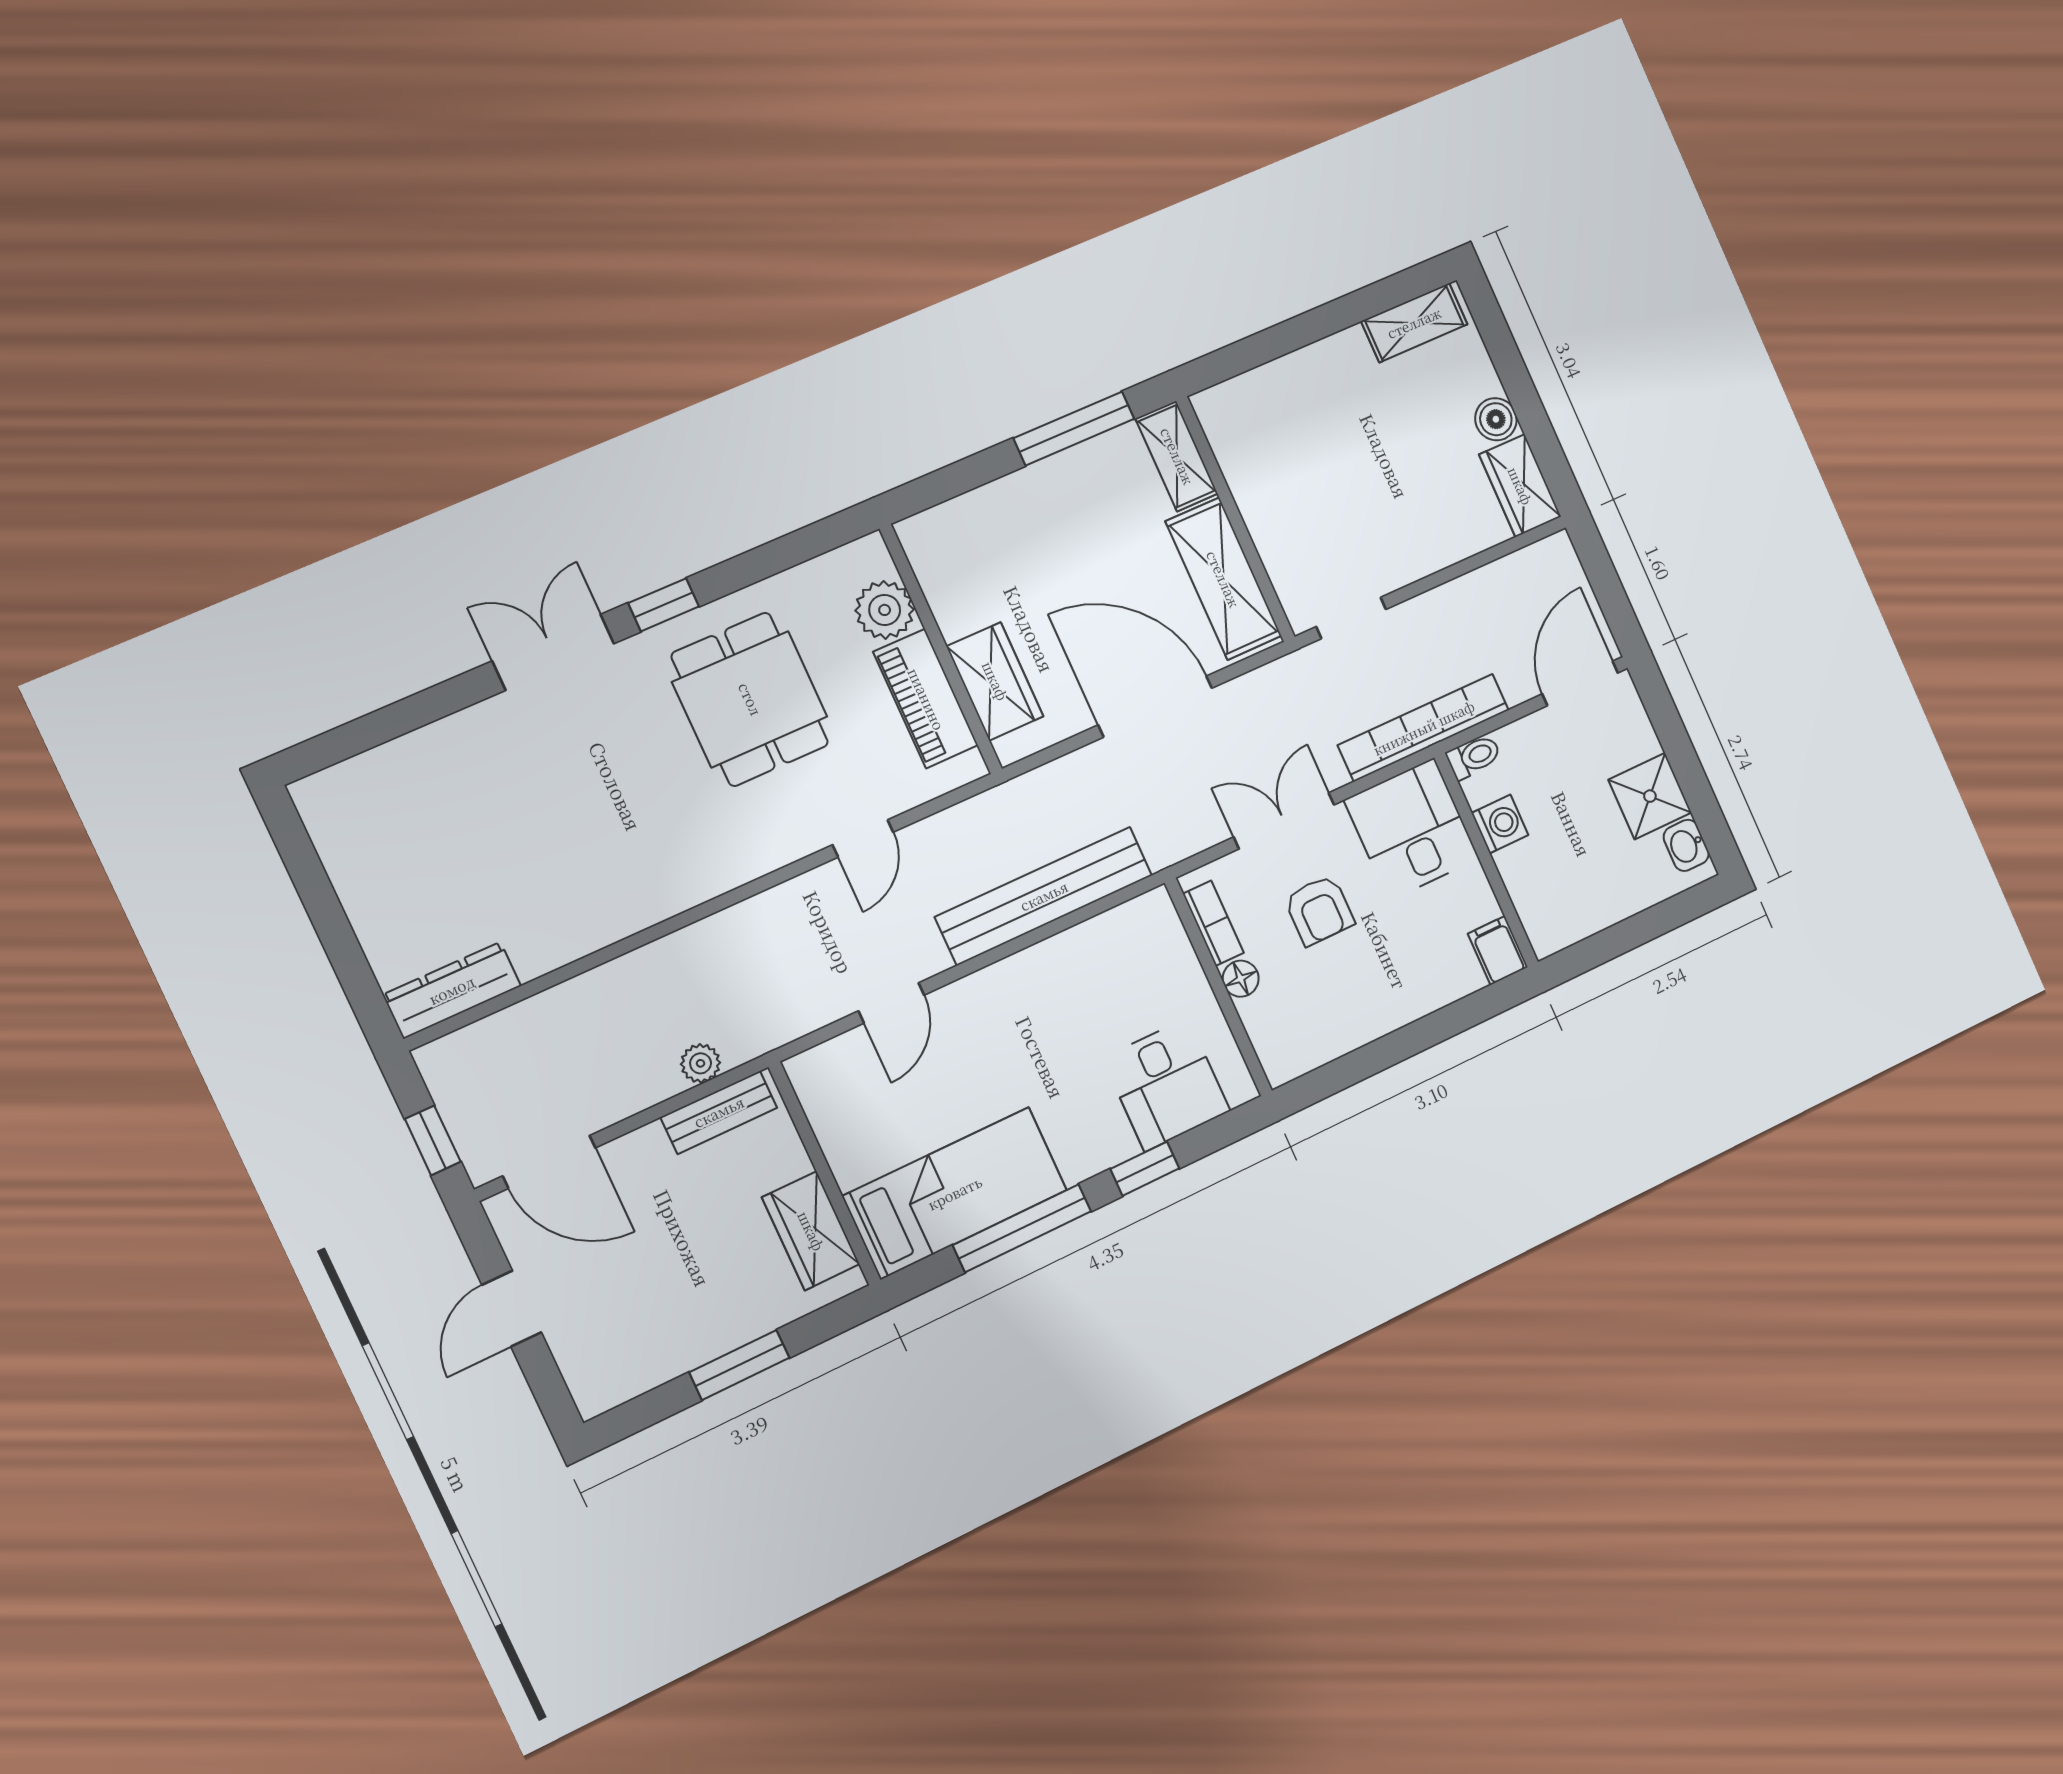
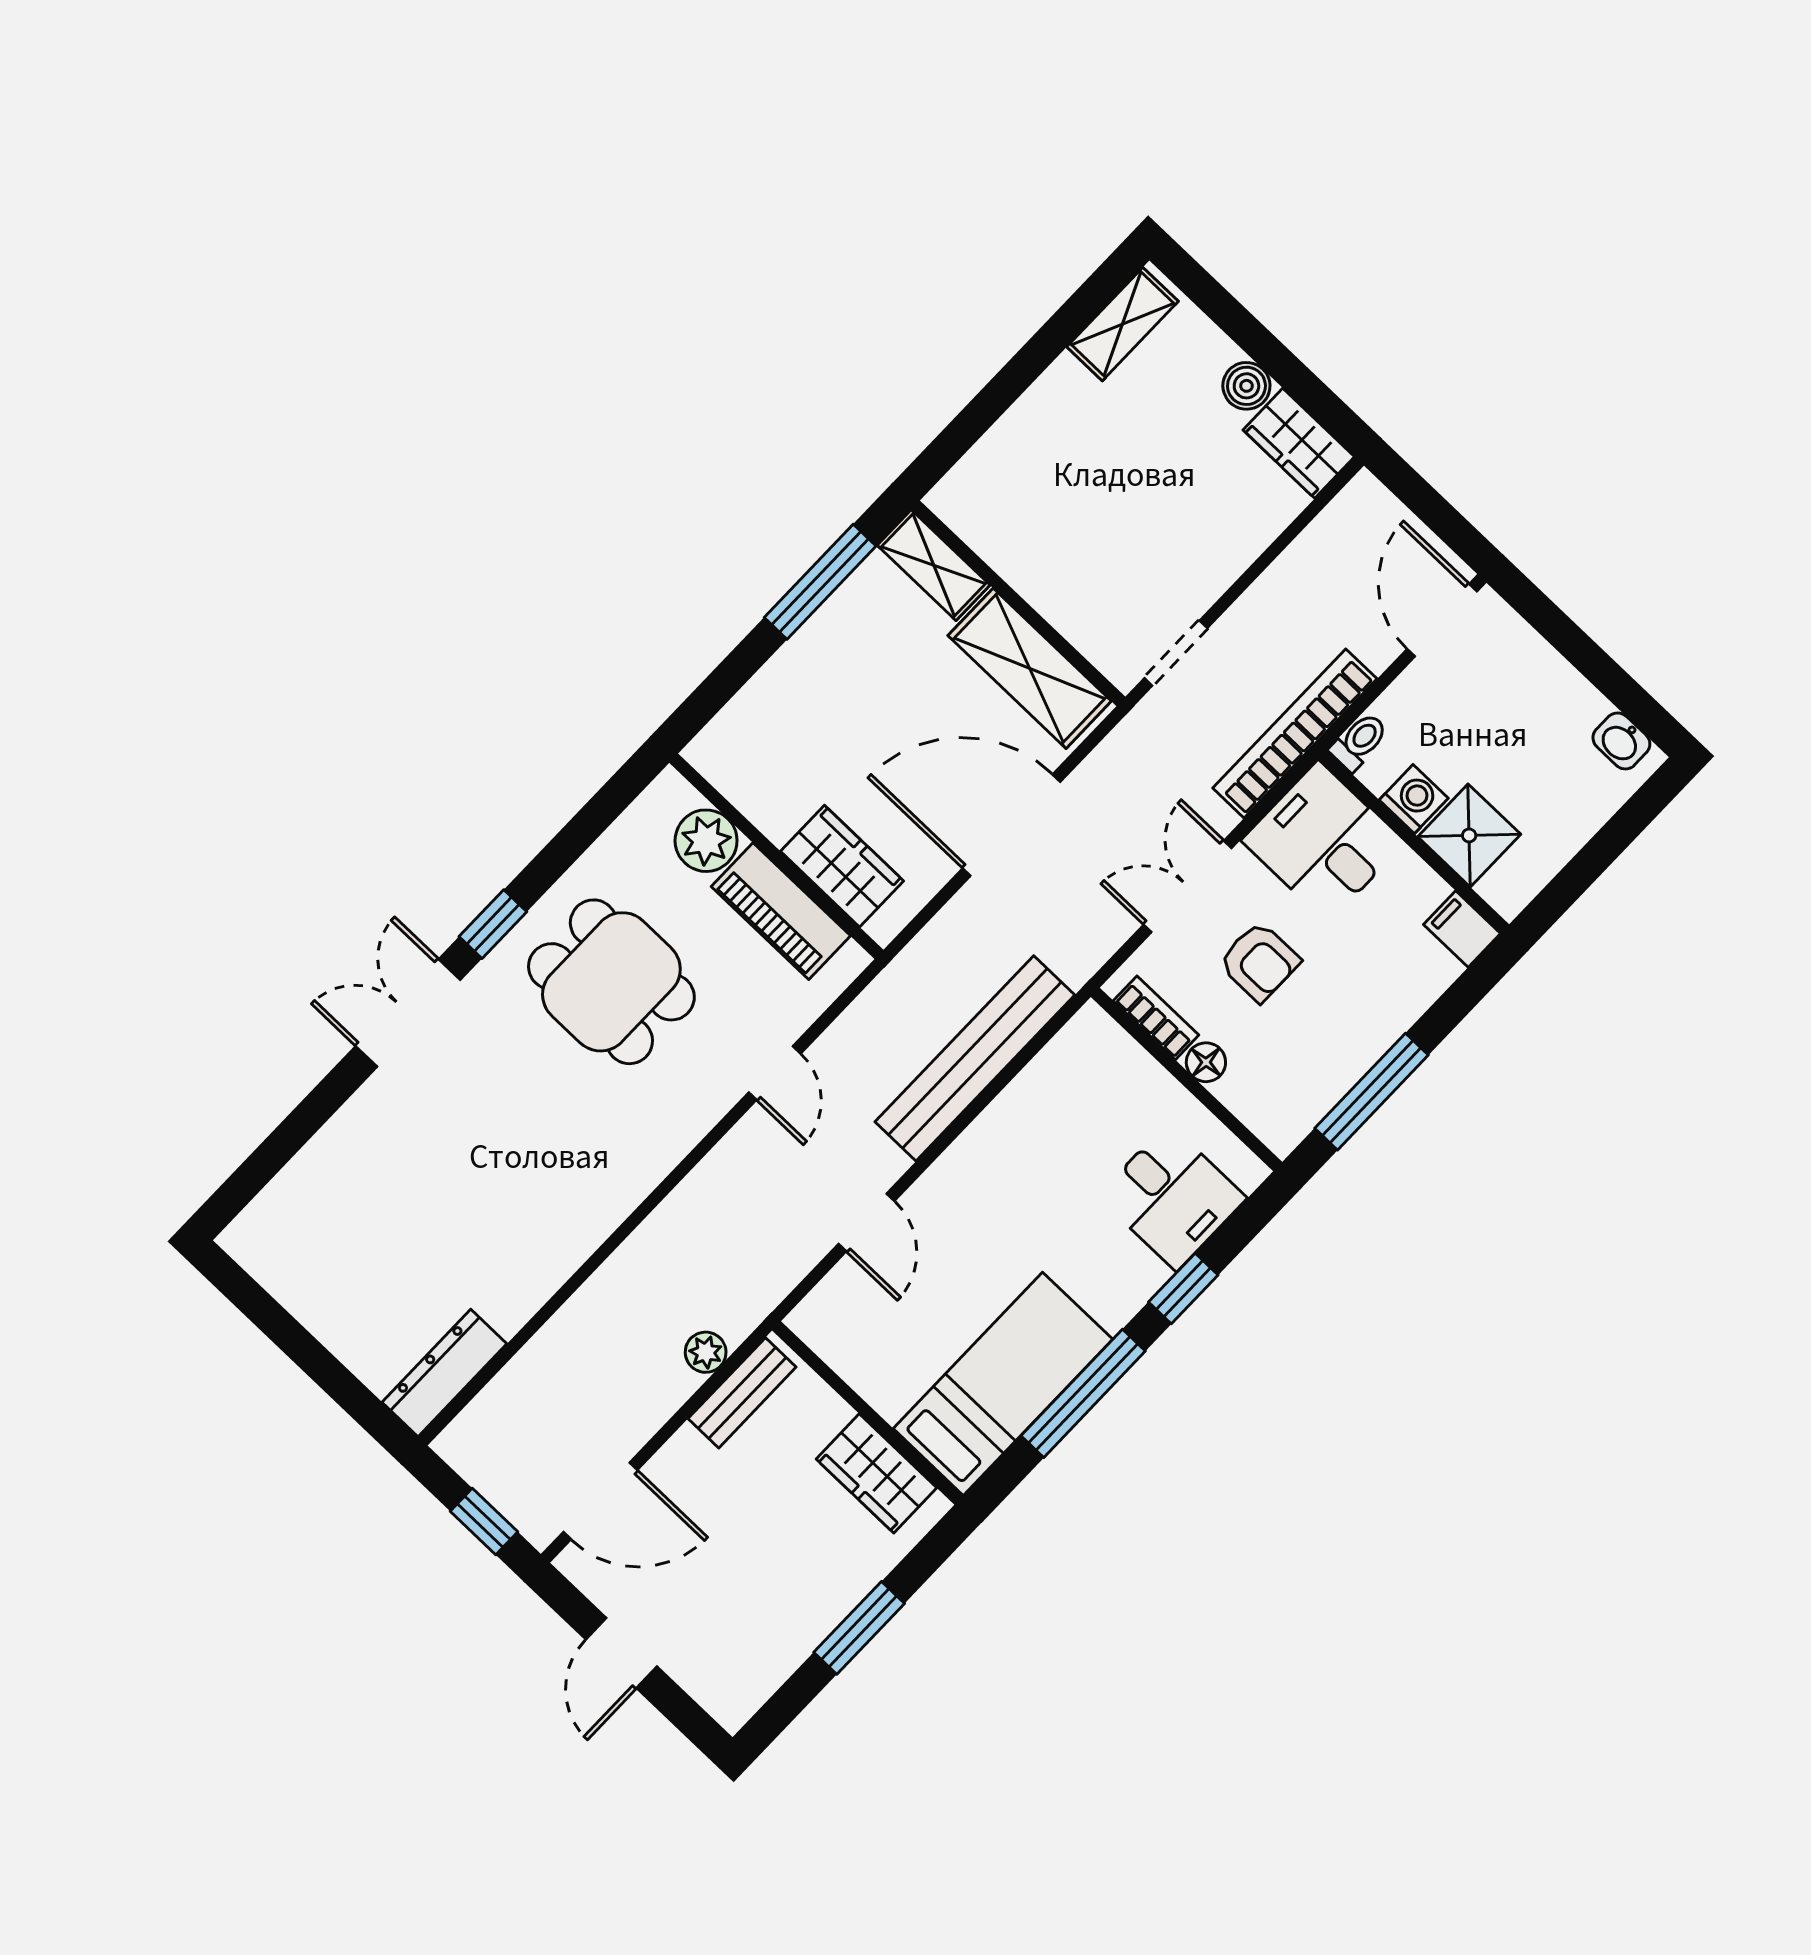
shower: (1650, 796) -> (1469, 835), moved
window: (1370, 1060) -> (1372, 1092), added

